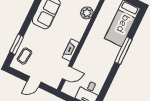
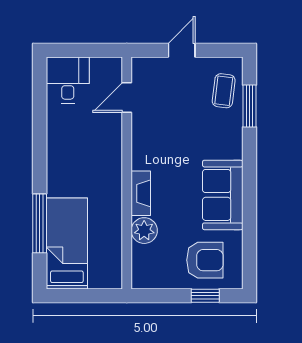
fireplace: (71, 50) -> (141, 193), moved
window: (123, 51) -> (40, 223), moved

